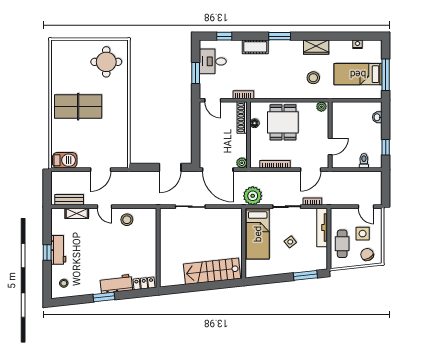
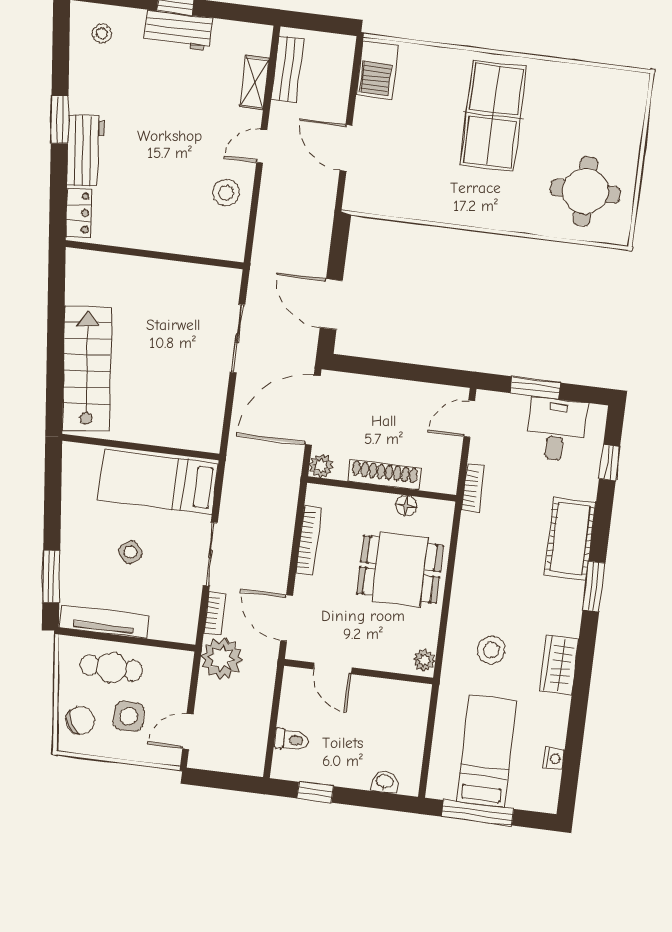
cot: (255, 47) -> (570, 539), width x1.37, depth x1.34
shoe rack: (242, 118) -> (385, 475), moved
plant: (253, 196) -> (222, 658), moved
tv unit: (322, 228) -> (104, 621), moved

